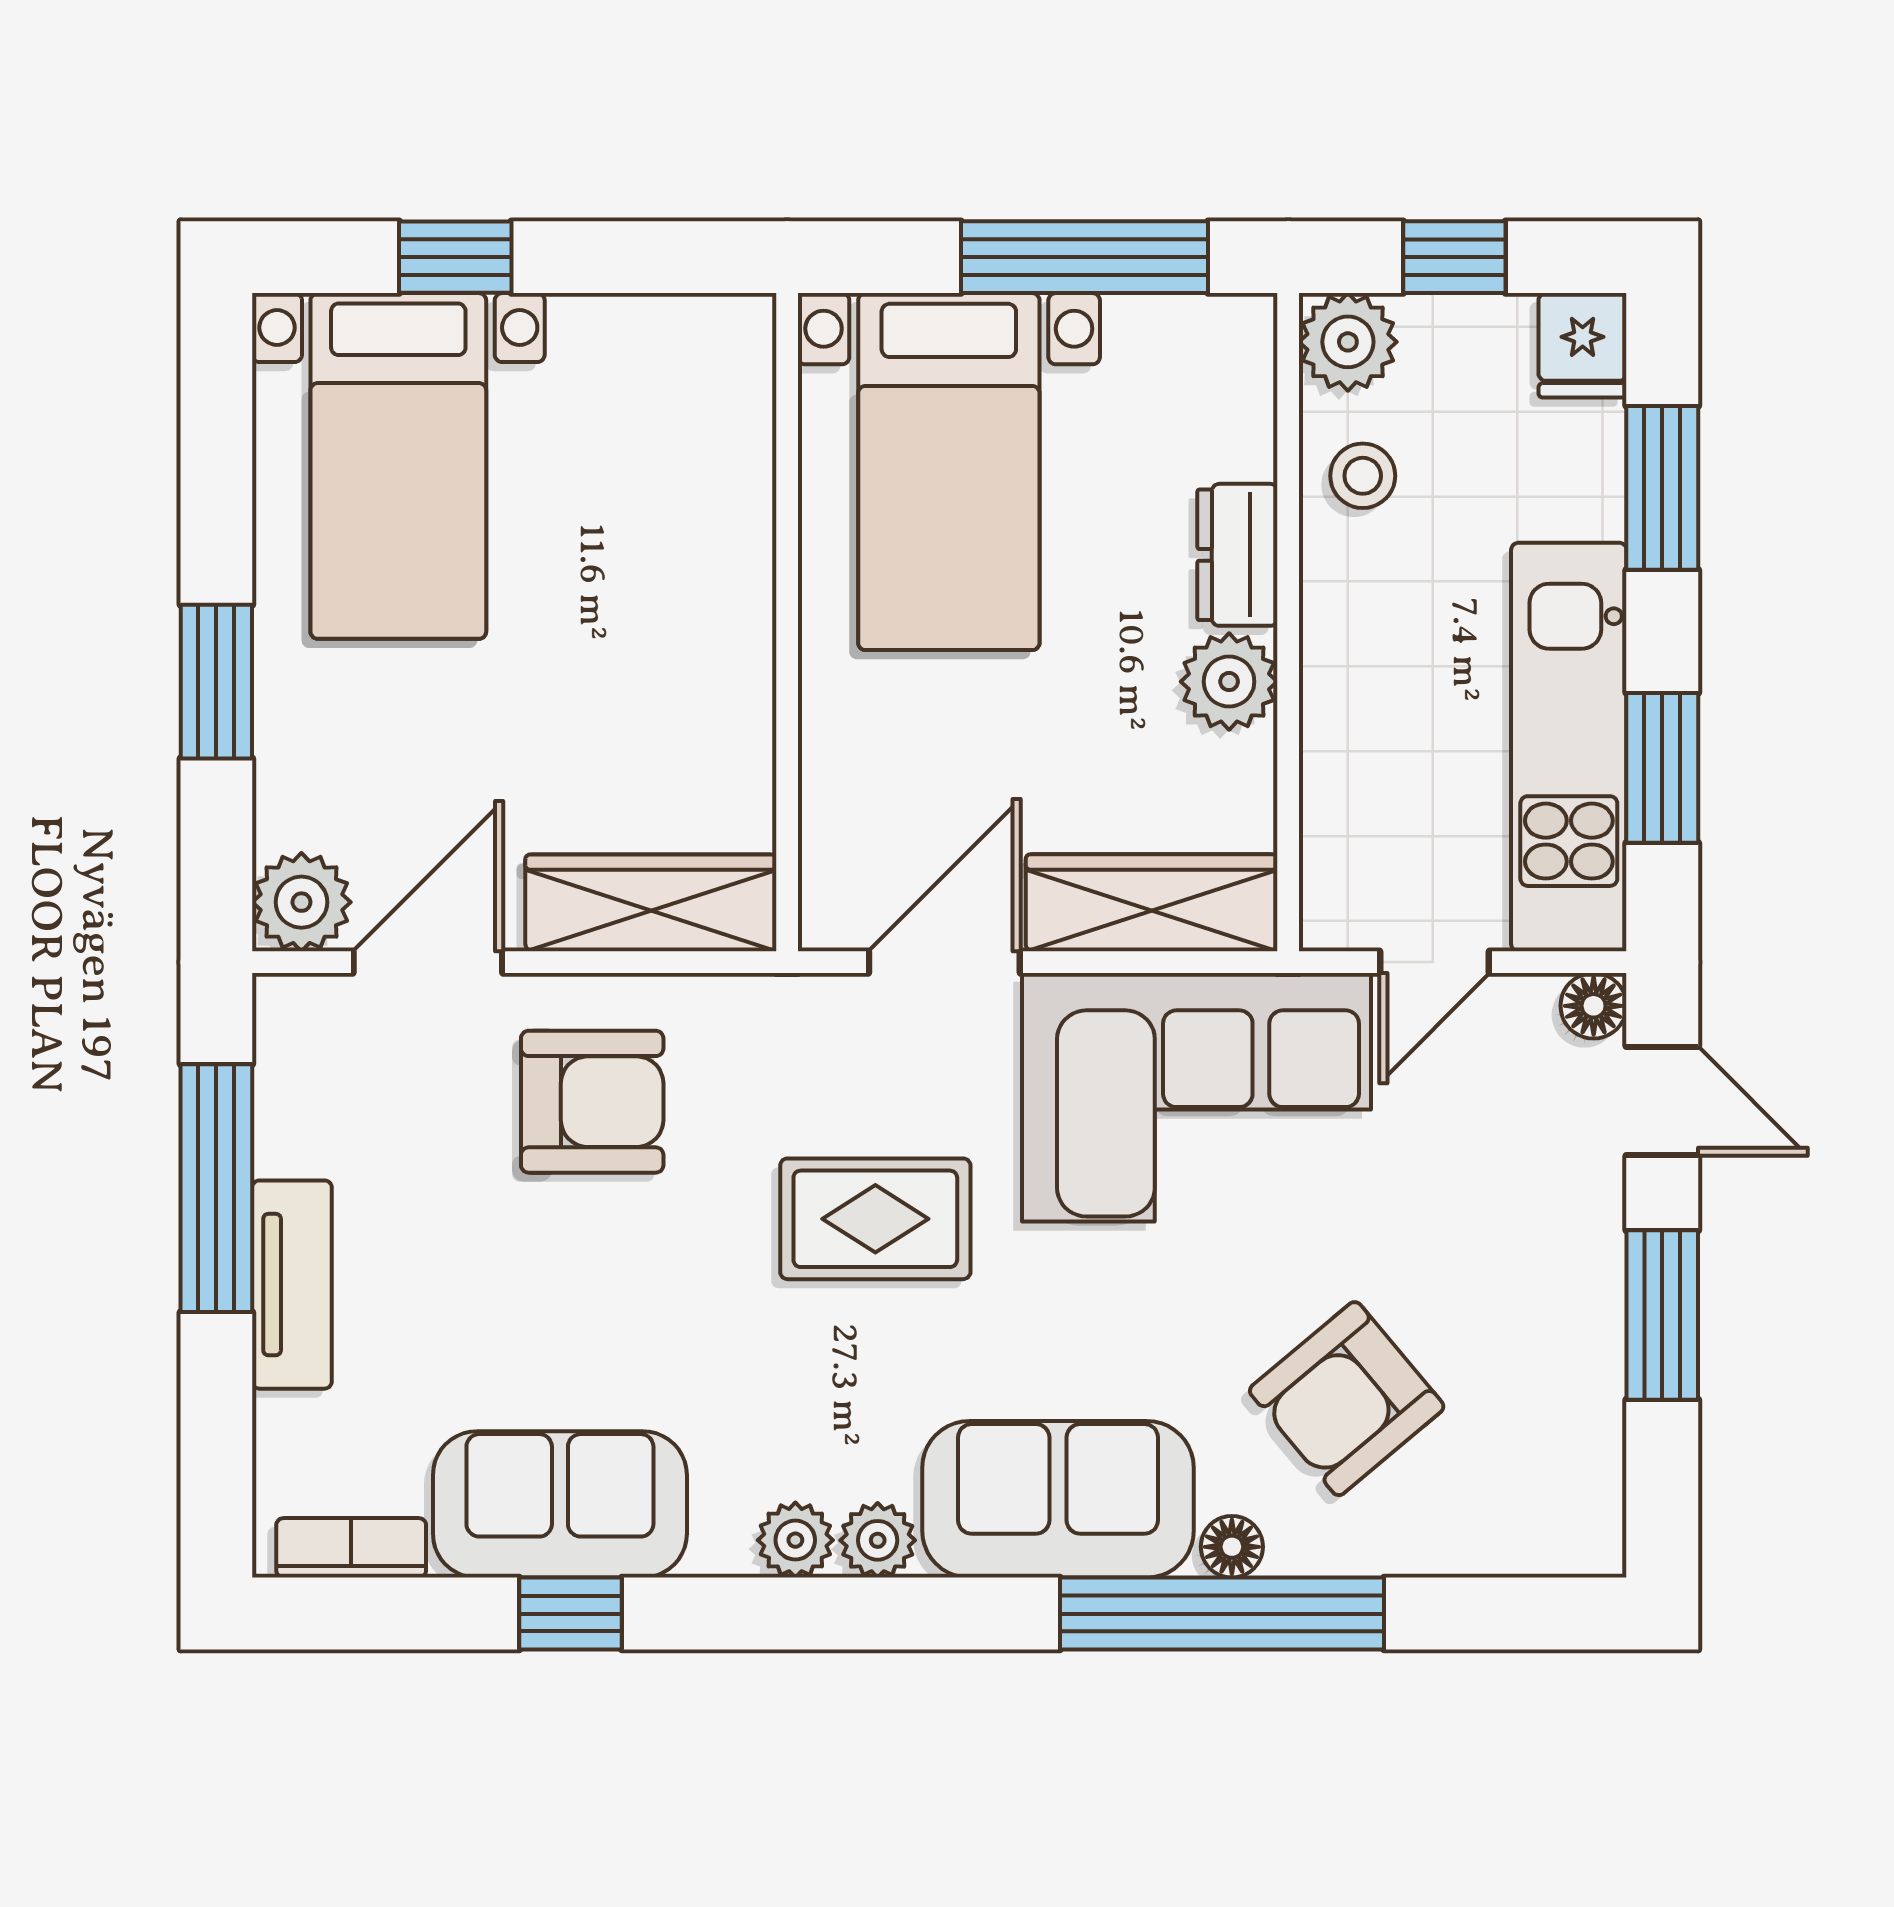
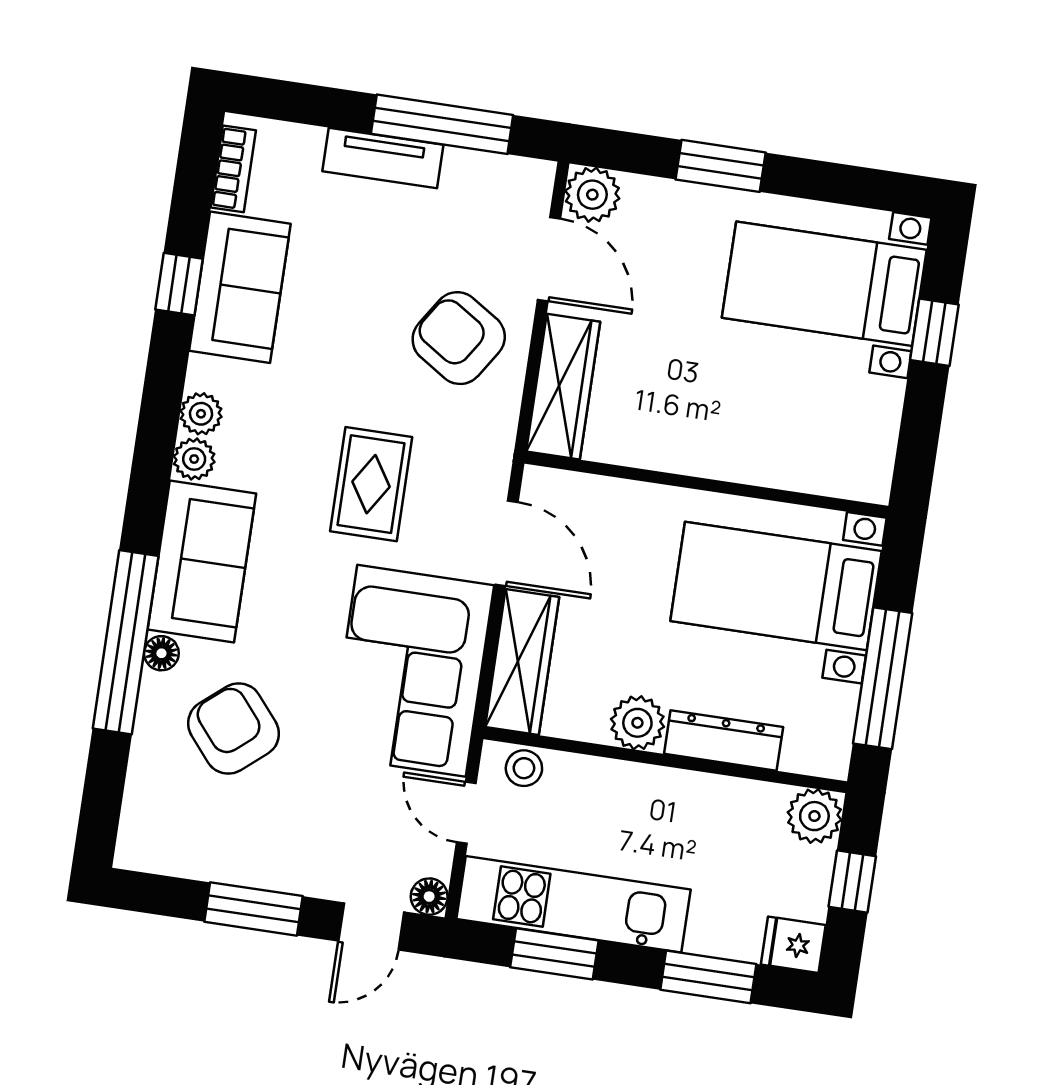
stool: (1363, 476) -> (524, 768), moved
dresser: (1237, 555) -> (724, 740), width x1.44
armchair: (592, 1102) -> (459, 338), turned 123

